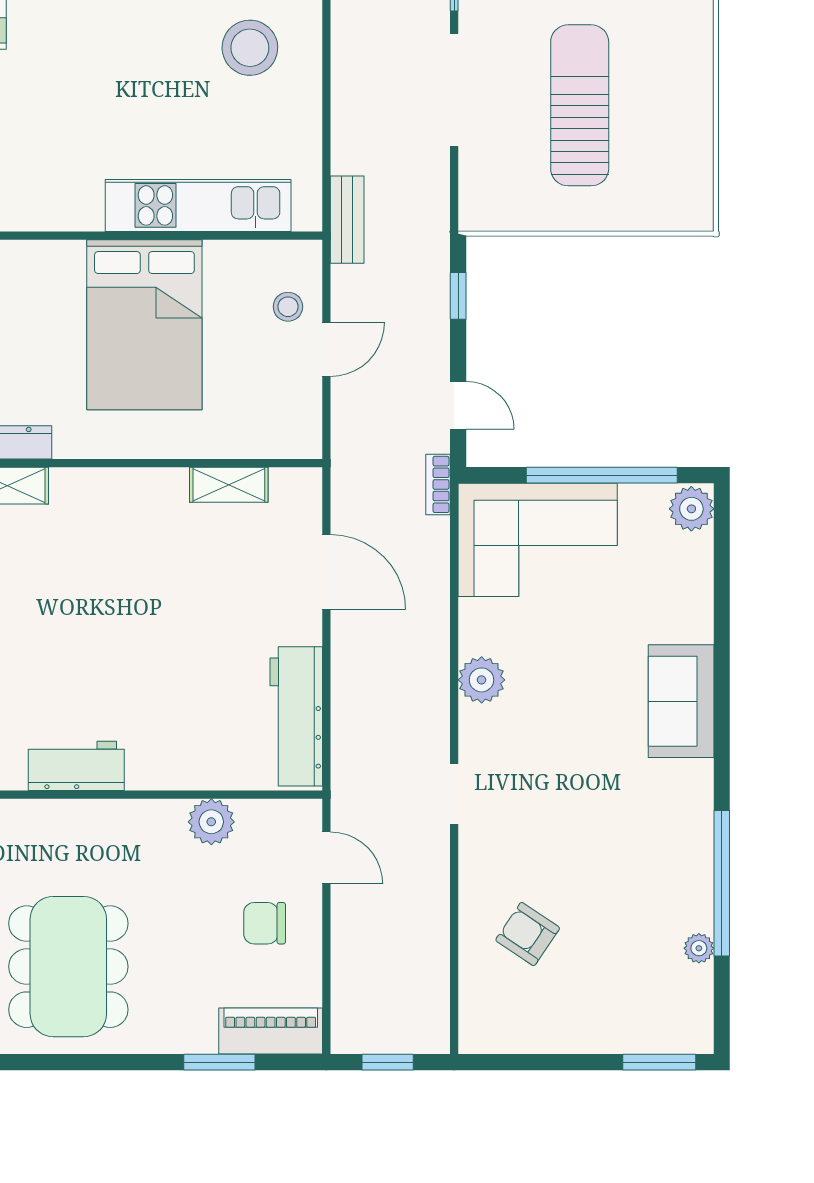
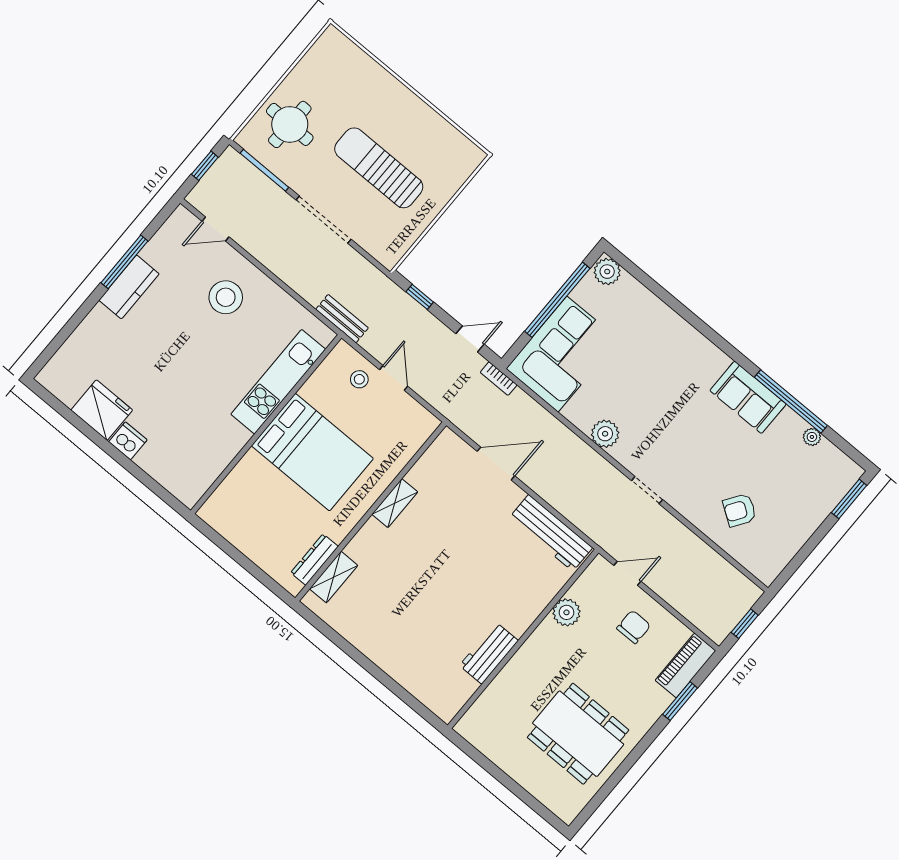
shelving: (229, 485) -> (395, 503), moved
sofa: (681, 701) -> (748, 397), moved
chair: (265, 923) -> (634, 627), turned 180

